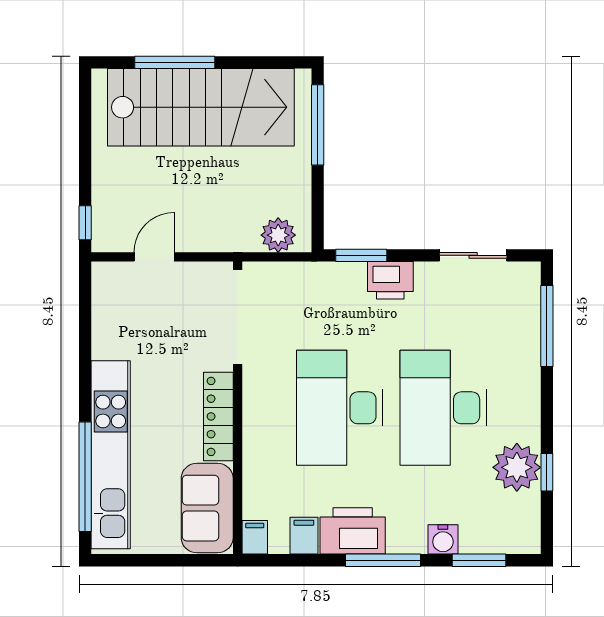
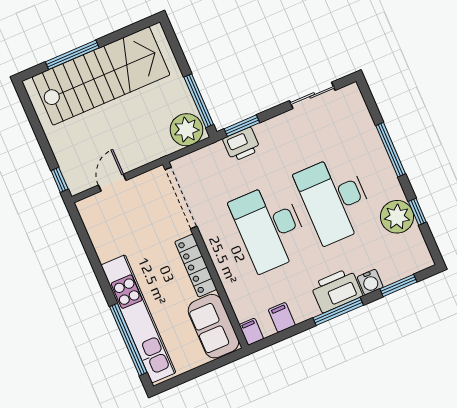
window: (318, 125) -> (199, 101), moved
plant: (278, 235) -> (186, 130), width x1.36, depth x1.36
printer: (390, 280) -> (242, 144), moved
window: (547, 326) -> (391, 150), moved
printer: (353, 531) -> (337, 290), moved

